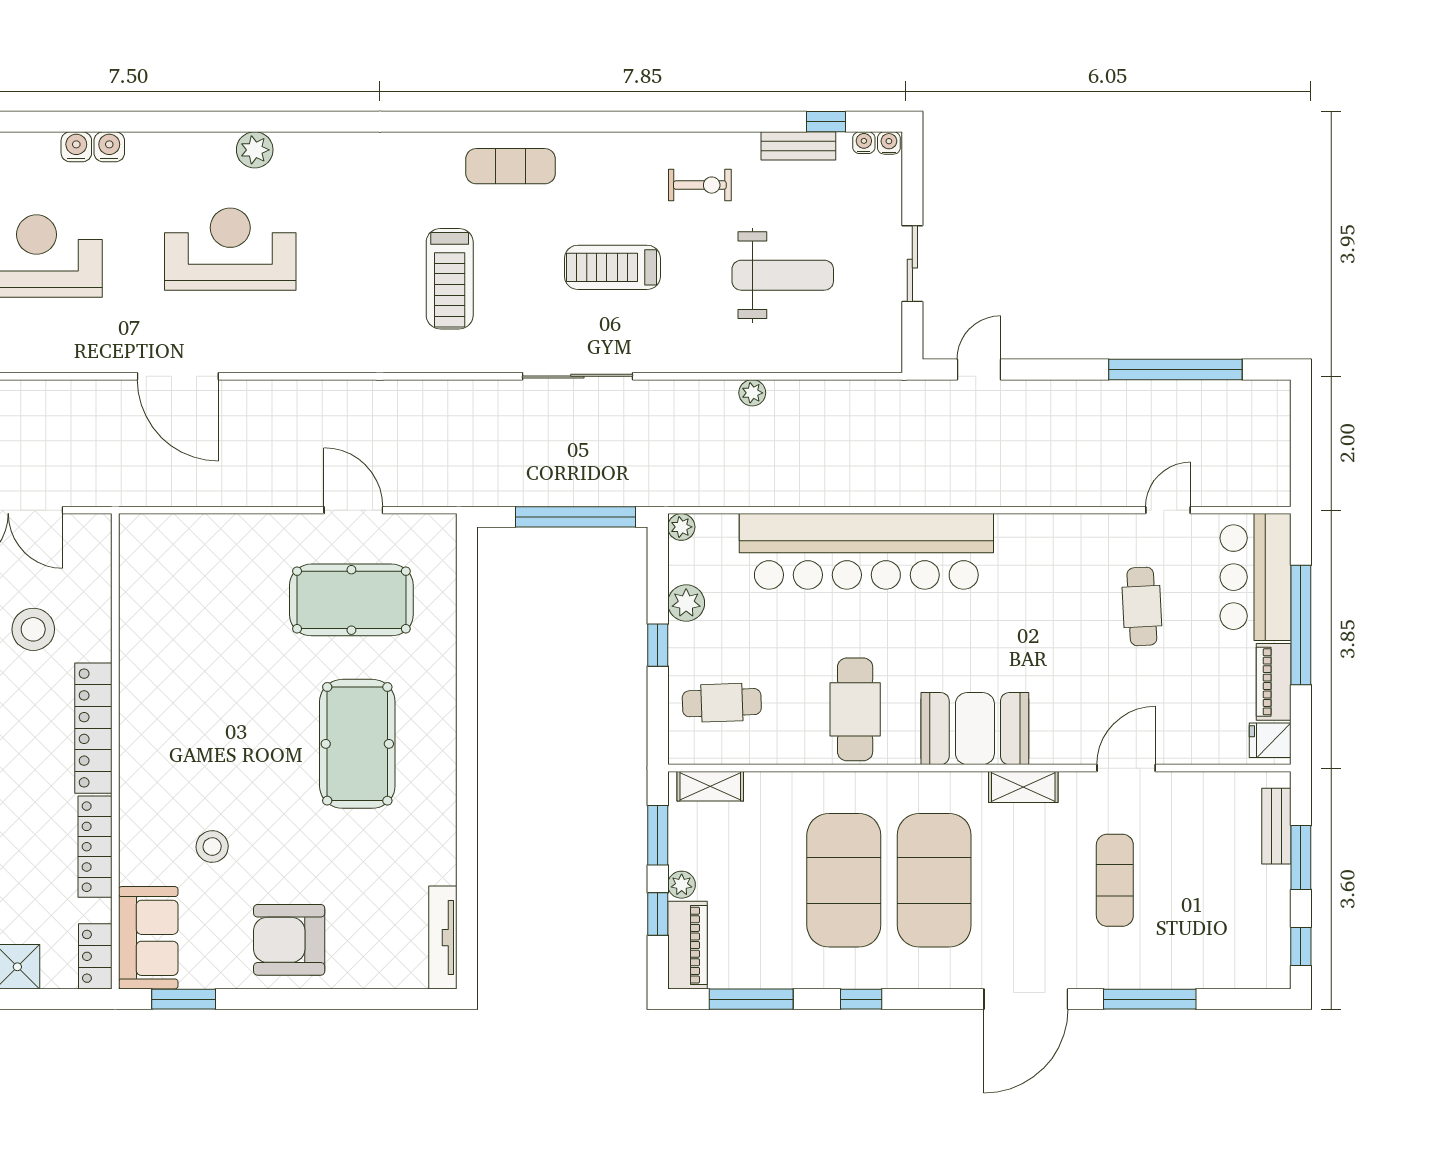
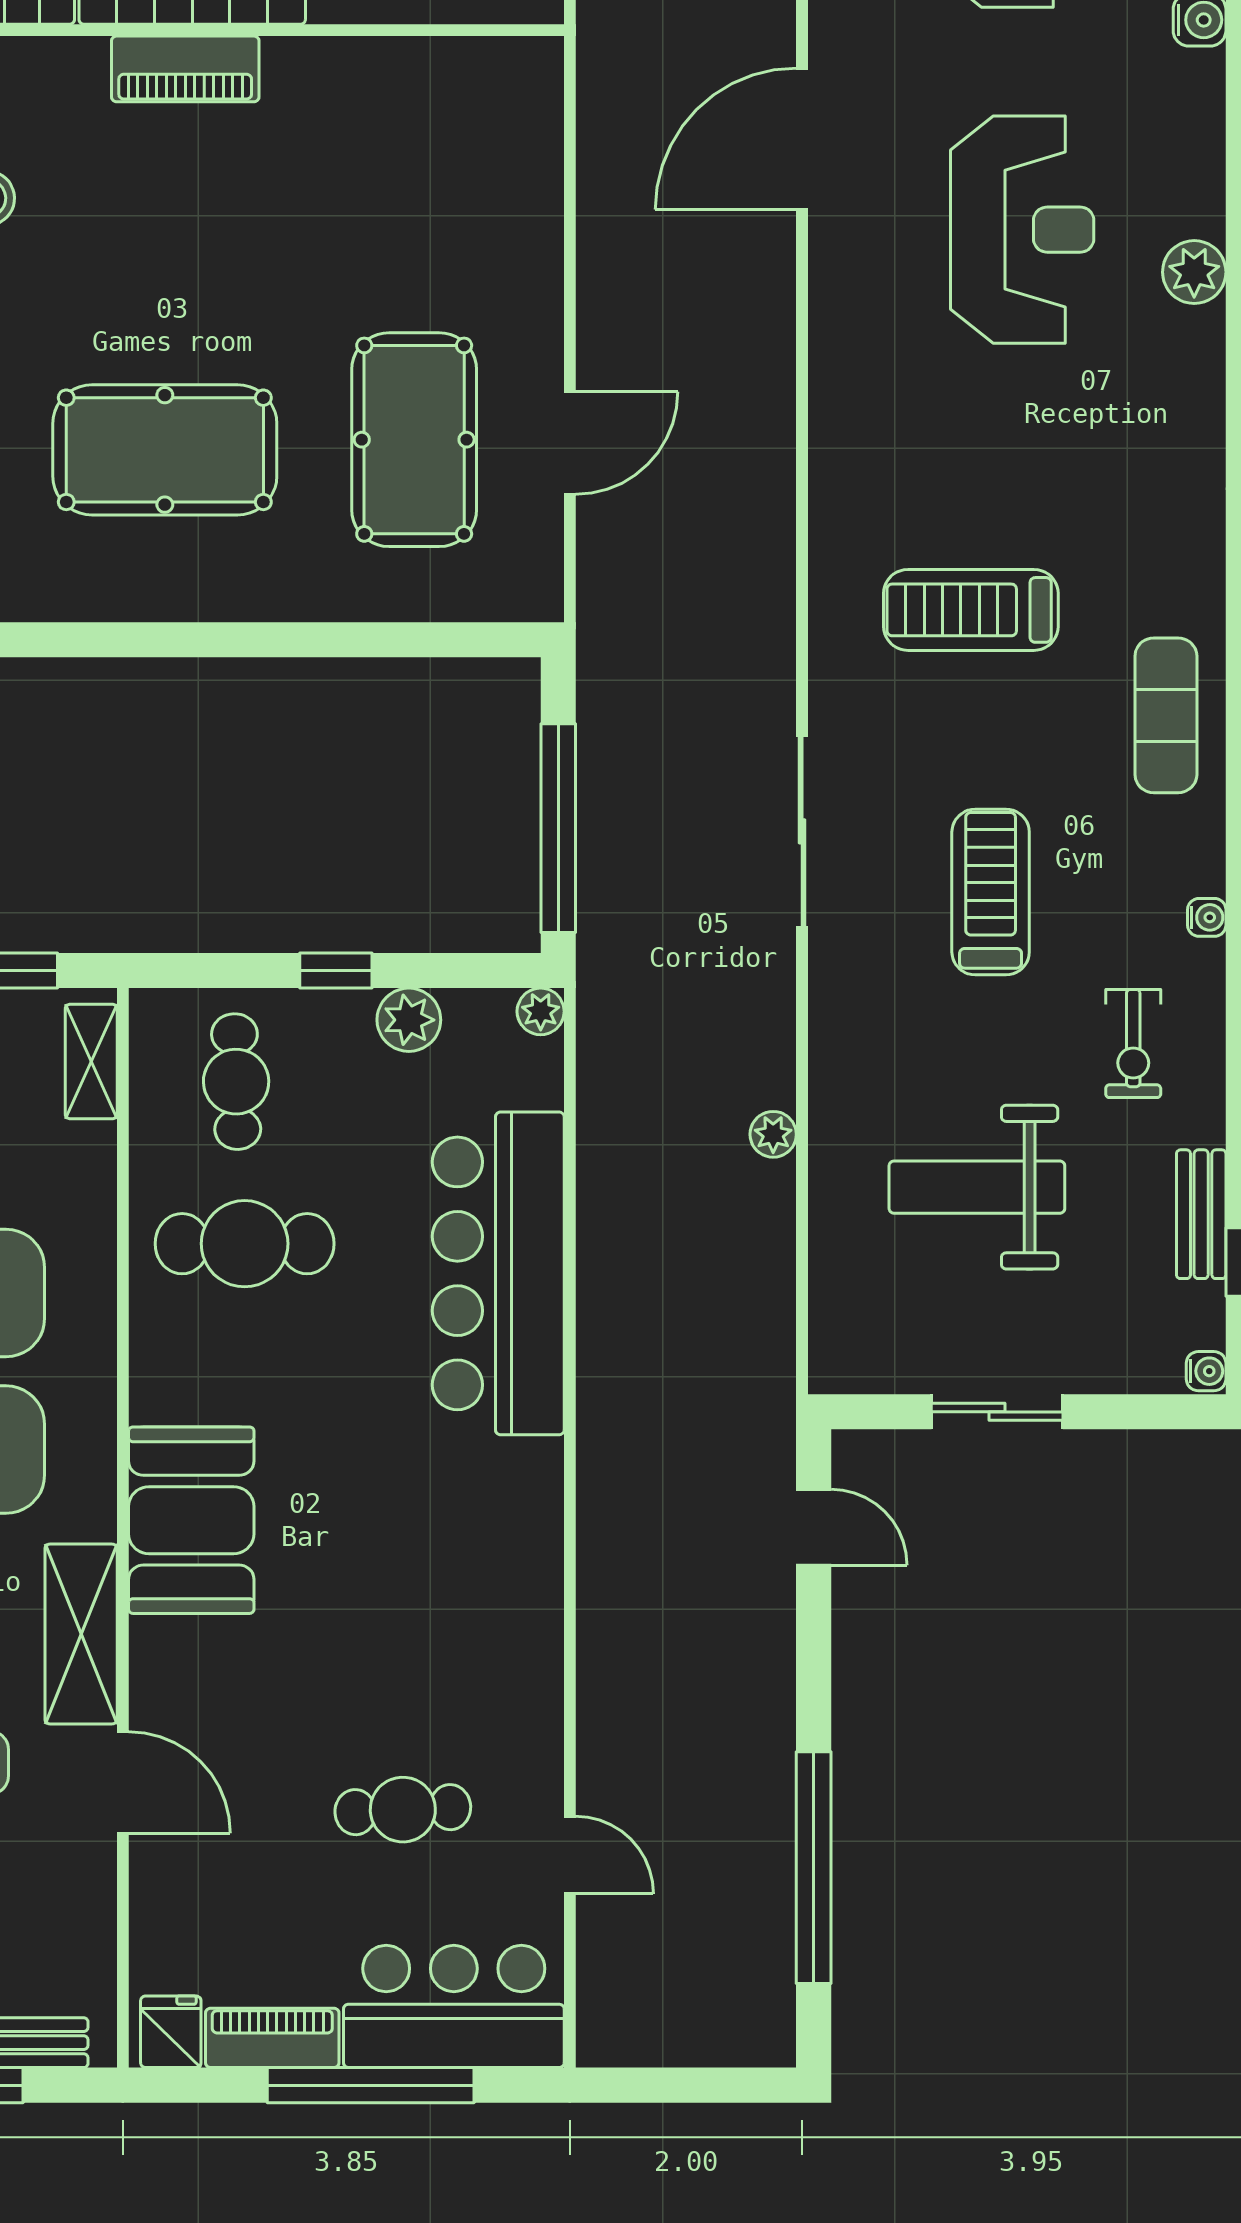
water cooler: (864, 143) -> (1207, 917), moved
weight bench: (783, 275) -> (977, 1187), turned 90
bar counter: (866, 551) -> (498, 1273), width x0.73
cafe table: (855, 709) -> (245, 1244), moved
piano: (138, 732) -> (185, 69), added
shelving: (1023, 787) -> (81, 1634), width x1.50, depth x1.33

